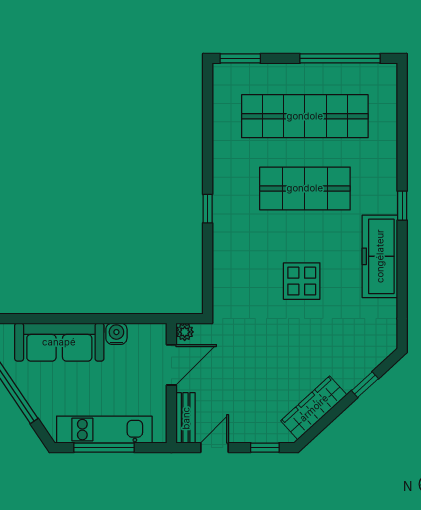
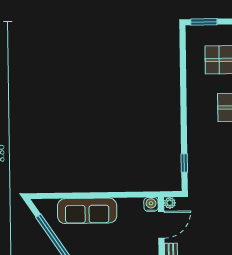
window: (208, 209) -> (184, 163), moved
water cooler: (116, 334) -> (151, 204), moved

